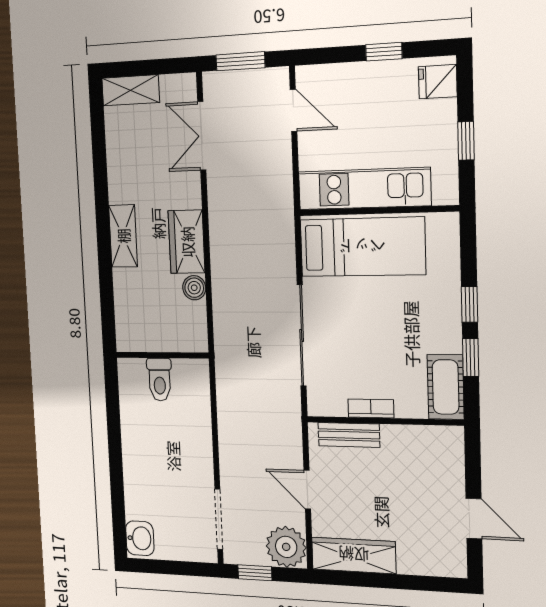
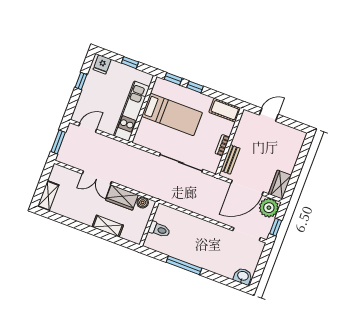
double door: (202, 136) -> (97, 178), moved
bed: (362, 247) -> (172, 114), moved, turned 90
wall: (162, 355) -> (149, 224), moved
window: (471, 357) -> (173, 79), moved
toilet: (160, 380) -> (159, 230), moved
window: (113, 416) -> (184, 265), added
door: (307, 490) -> (247, 188), width x1.88
door: (474, 519) -> (269, 115), moved
wardrobe: (354, 555) -> (280, 185), width x0.67

